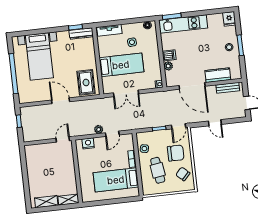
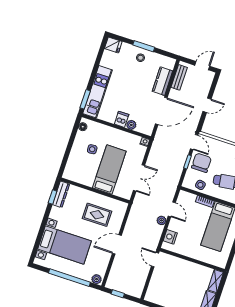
tv unit: (109, 30) -> (71, 166), removed
rug: (86, 82) -> (97, 215), moved
plant: (23, 97) -> (97, 279), added
chair: (176, 153) -> (201, 163), moved

